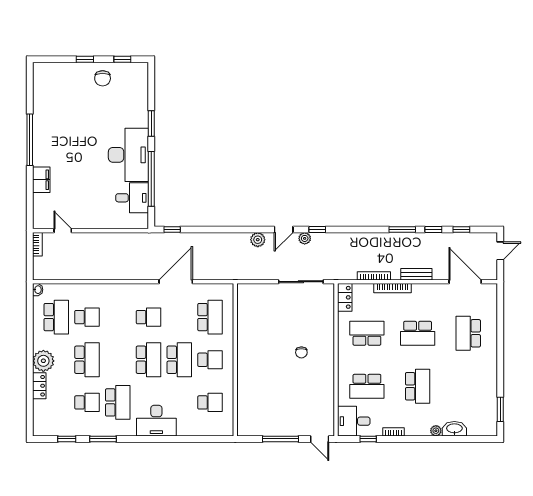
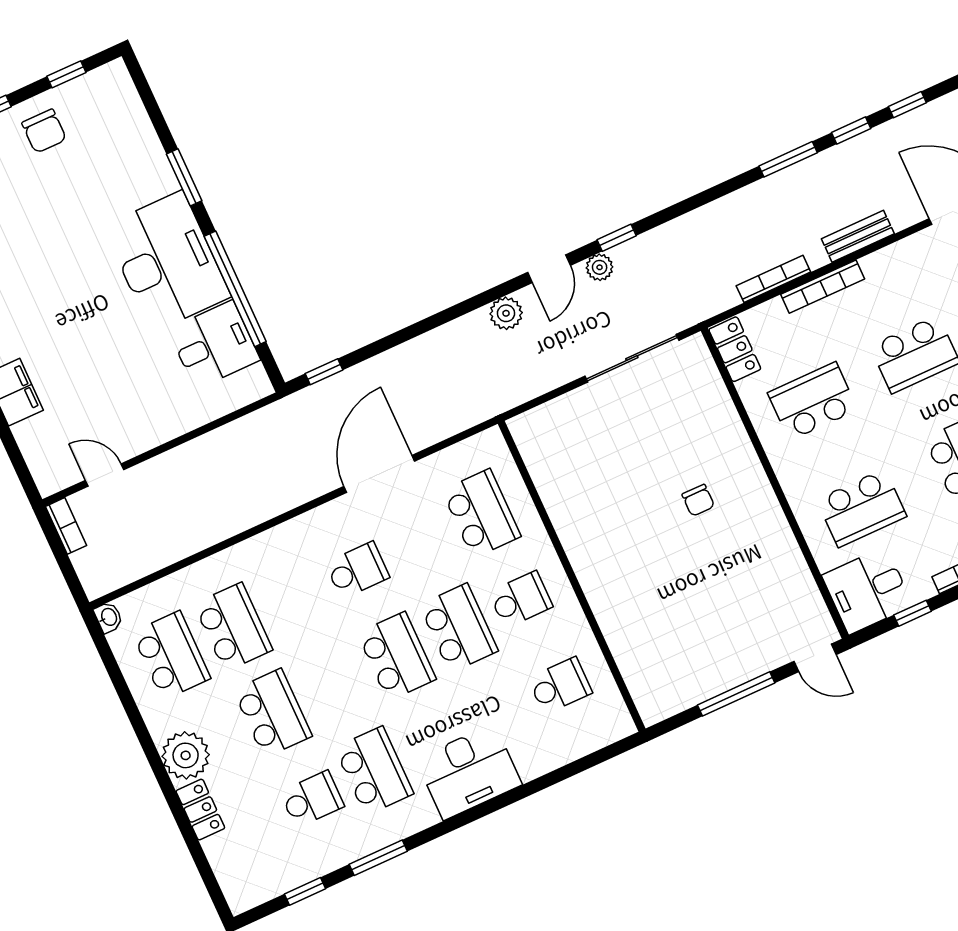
school desk: (87, 317) -> (233, 627), width x1.85

